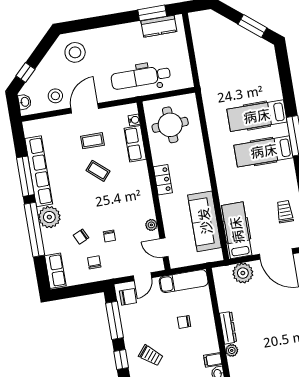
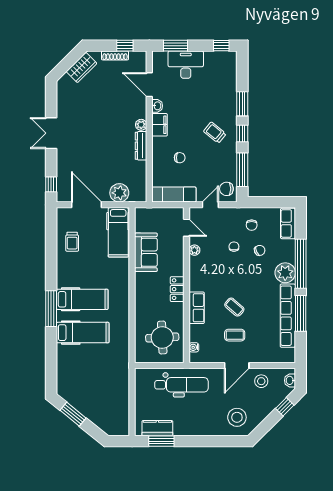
row of seats: (135, 144) -> (197, 308), moved
sofa: (205, 221) -> (146, 252), width x0.73
filing cabinet: (213, 360) -> (160, 125), width x2.00

